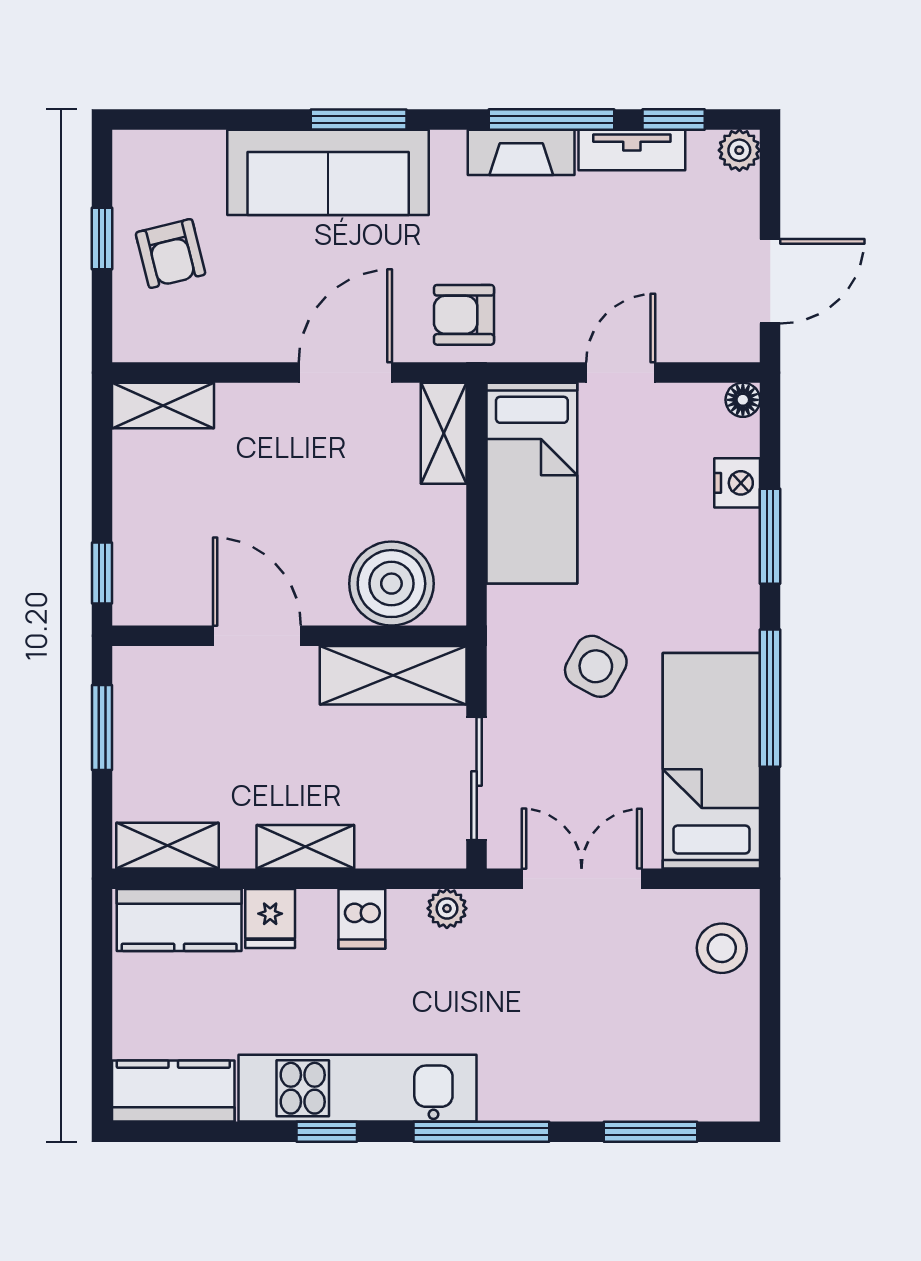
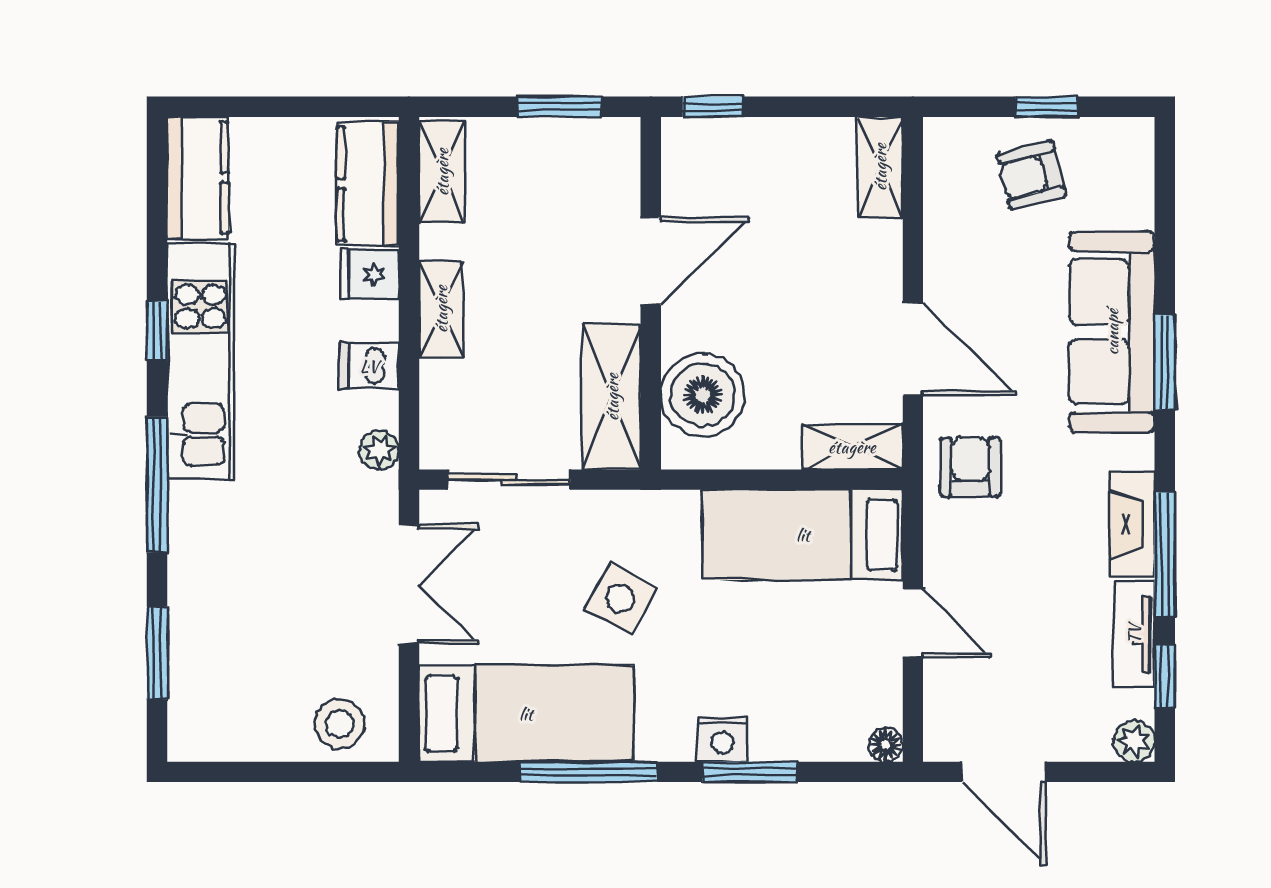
nightstand: (737, 483) -> (723, 739), moved

